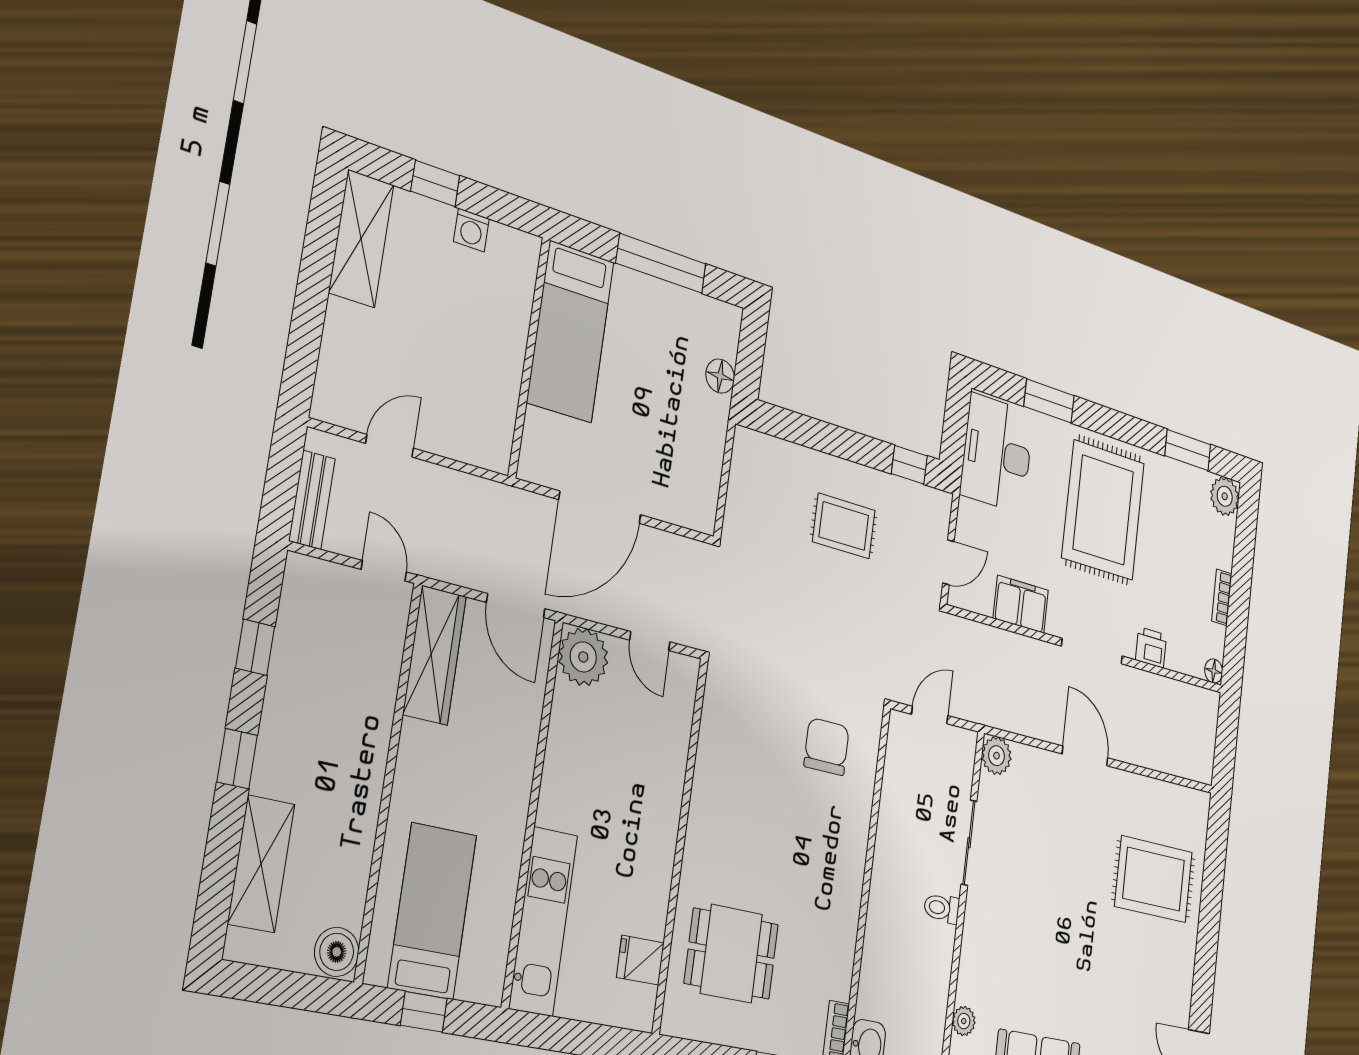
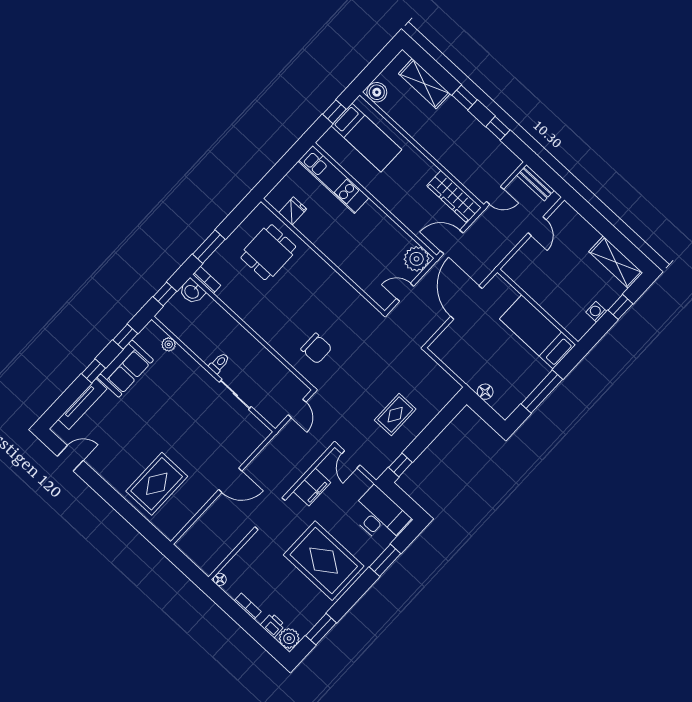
printer: (1151, 648) -> (273, 625), moved, turned -90
plant: (996, 756) -> (260, 432), removed

